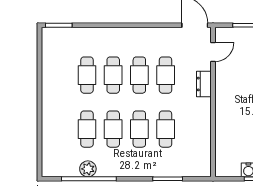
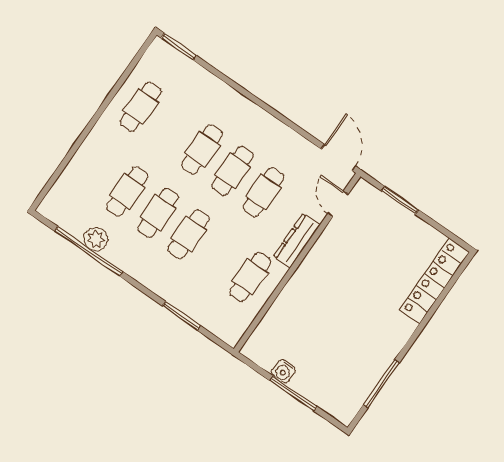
door: (213, 52) -> (338, 204), swing flipped
cafe table: (87, 75) -> (141, 107), moved
dresser: (204, 84) -> (297, 241), width x1.44
cafe table: (166, 129) -> (250, 277), moved

